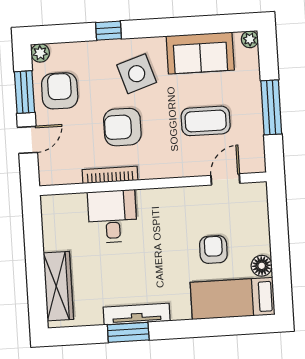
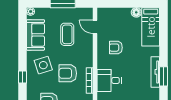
armchair: (122, 127) -> (68, 73), turned 90
armchair: (213, 250) -> (116, 48), moved

